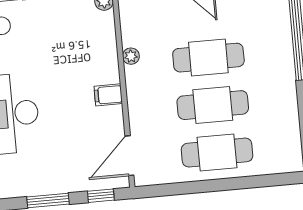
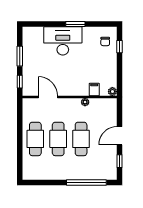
filing cabinet: (108, 95) -> (94, 90), moved
door: (129, 156) -> (48, 97), moved

